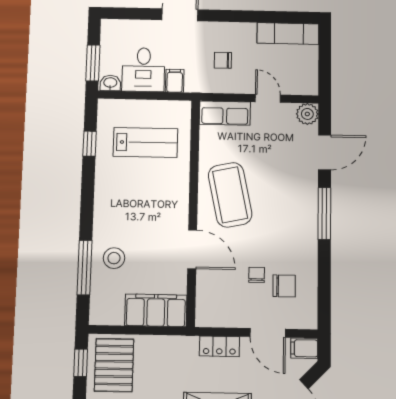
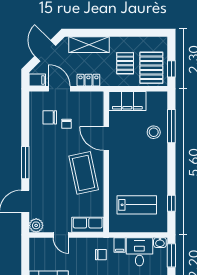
chair: (223, 60) -> (101, 255), moved
lab bench: (145, 142) -> (137, 205), turned 180
pallet: (158, 374) -> (125, 63), added

